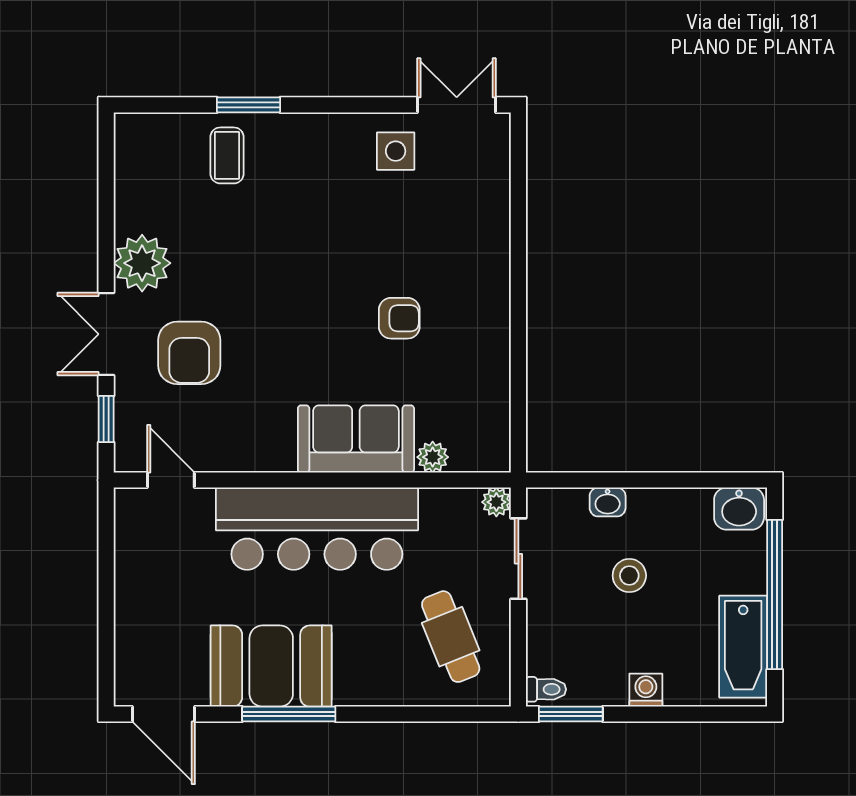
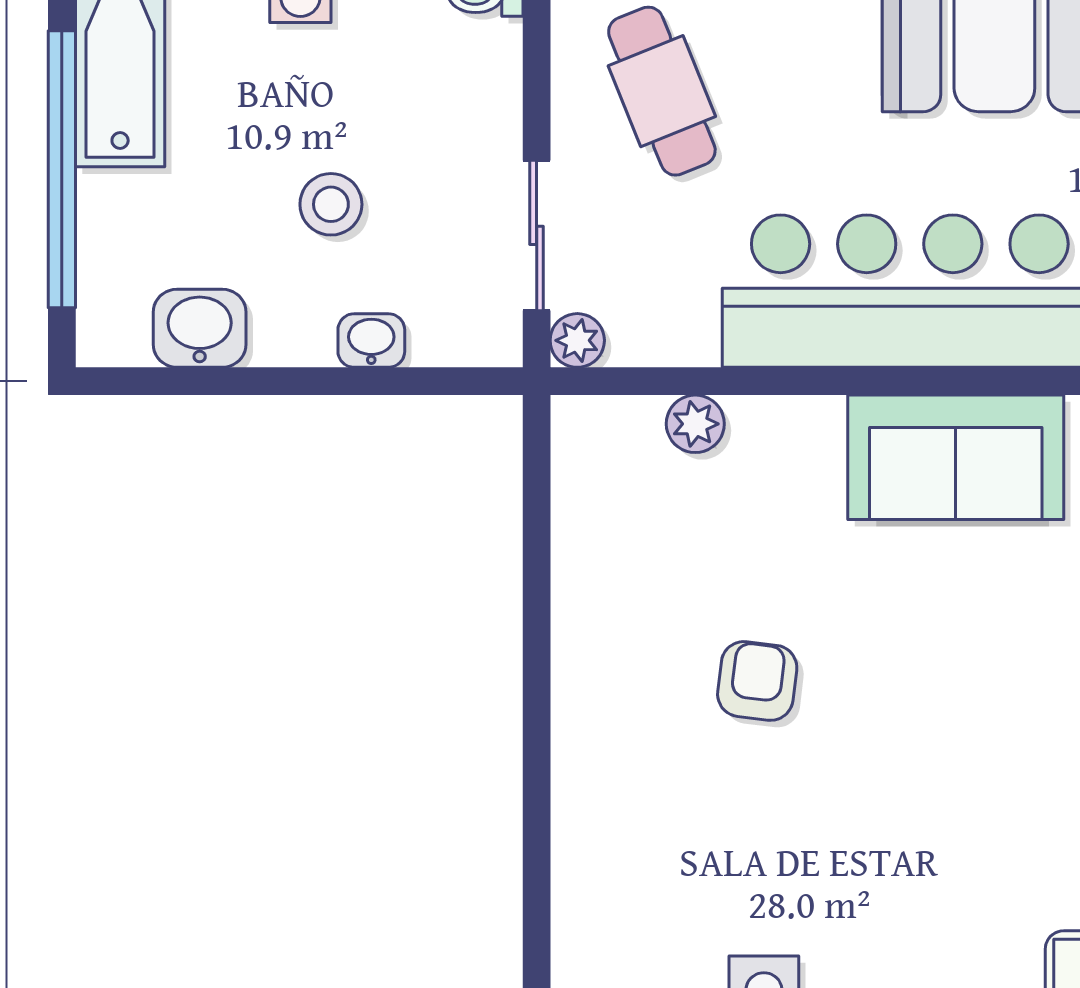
armchair: (399, 318) -> (757, 681), turned 97
sofa: (356, 439) -> (956, 457), moved
washbasin: (739, 509) -> (200, 328), moved

